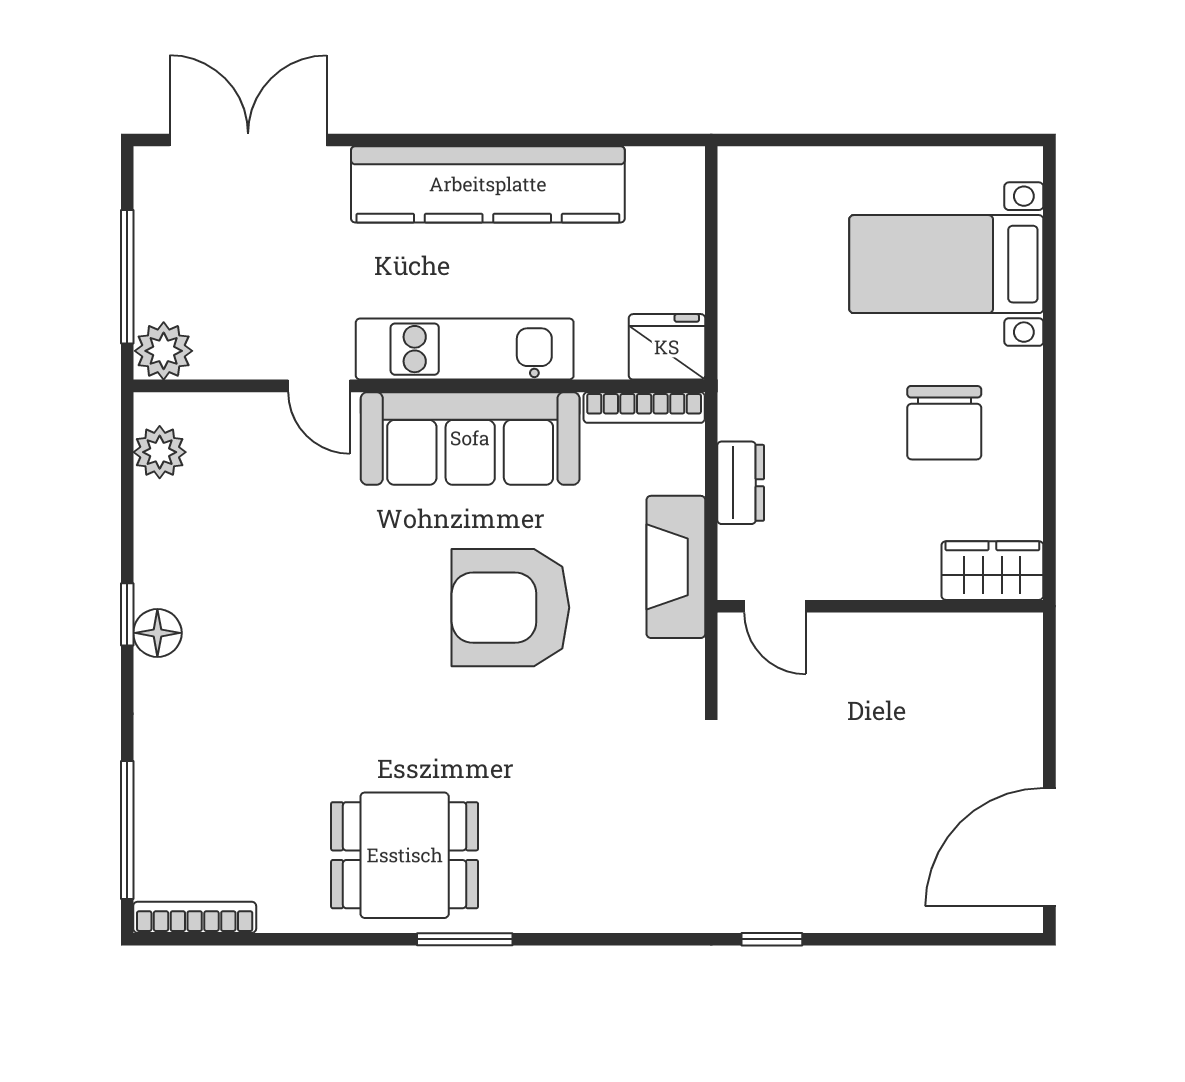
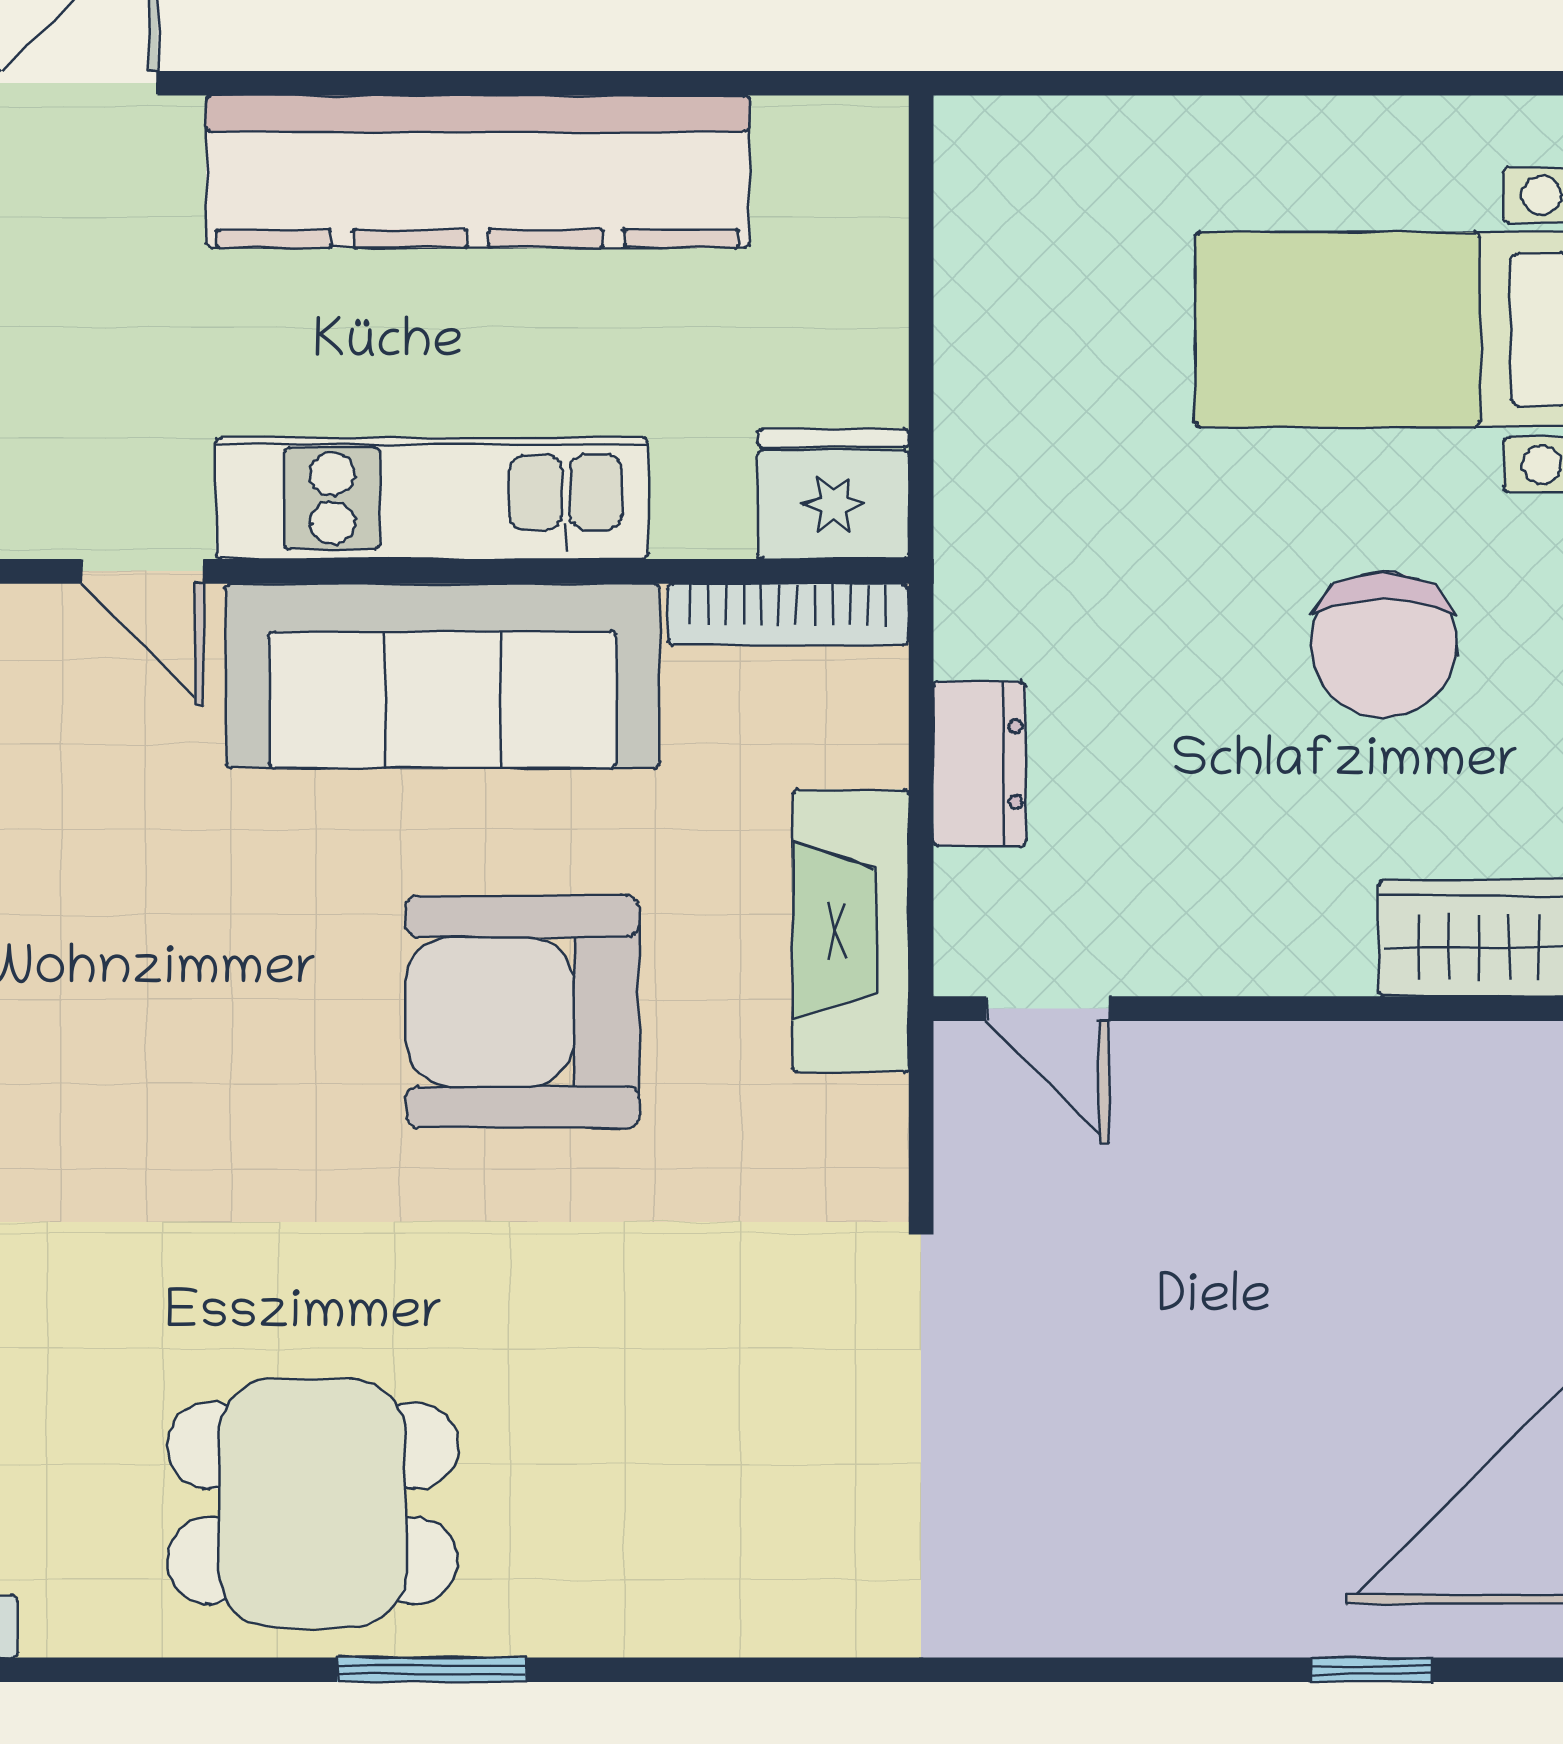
window: (772, 939) -> (1372, 1670), moved

